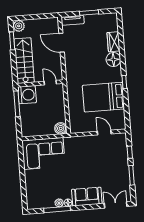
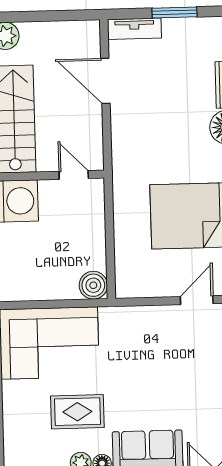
door: (104, 133) -> (197, 300), hinge flipped
rug: (57, 182) -> (77, 412), added

